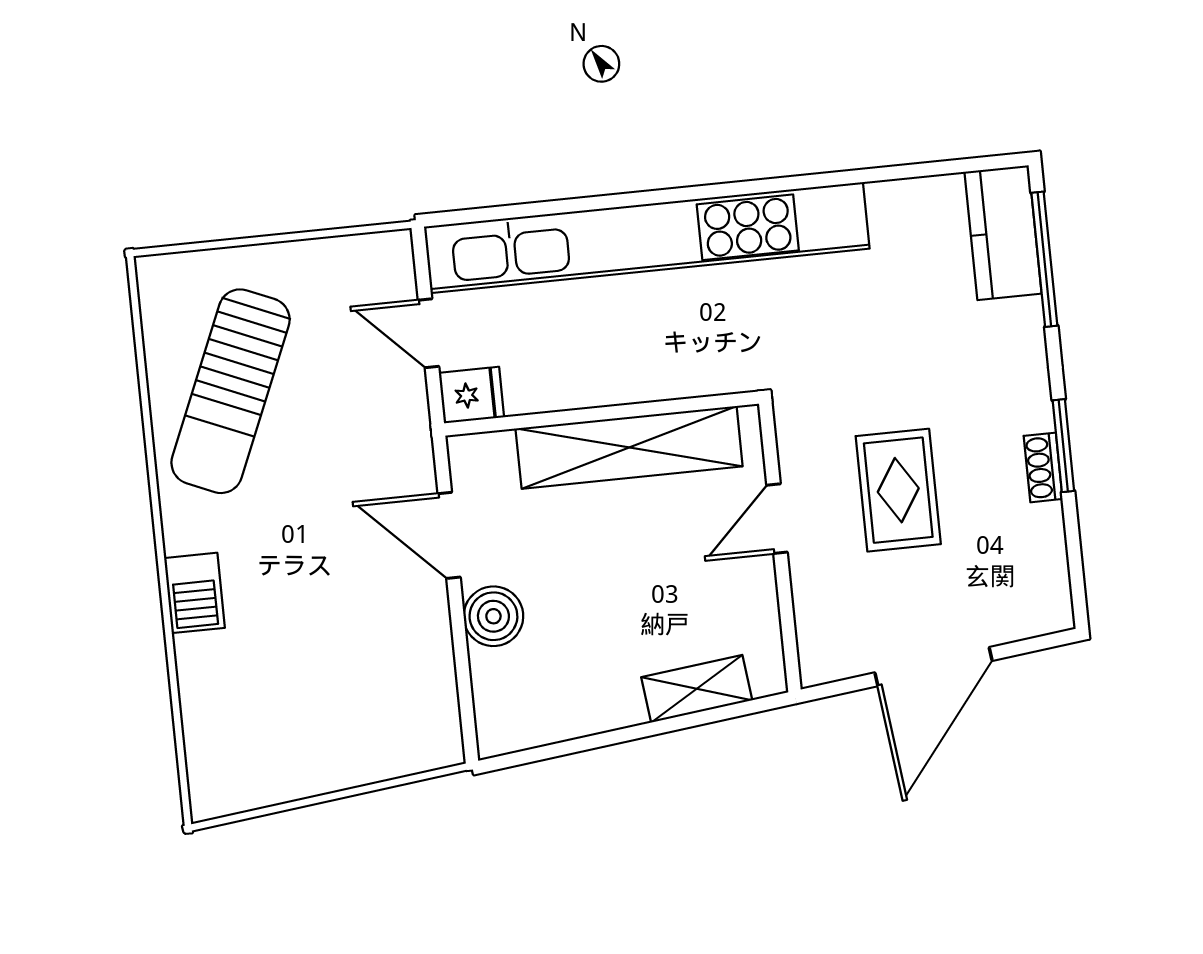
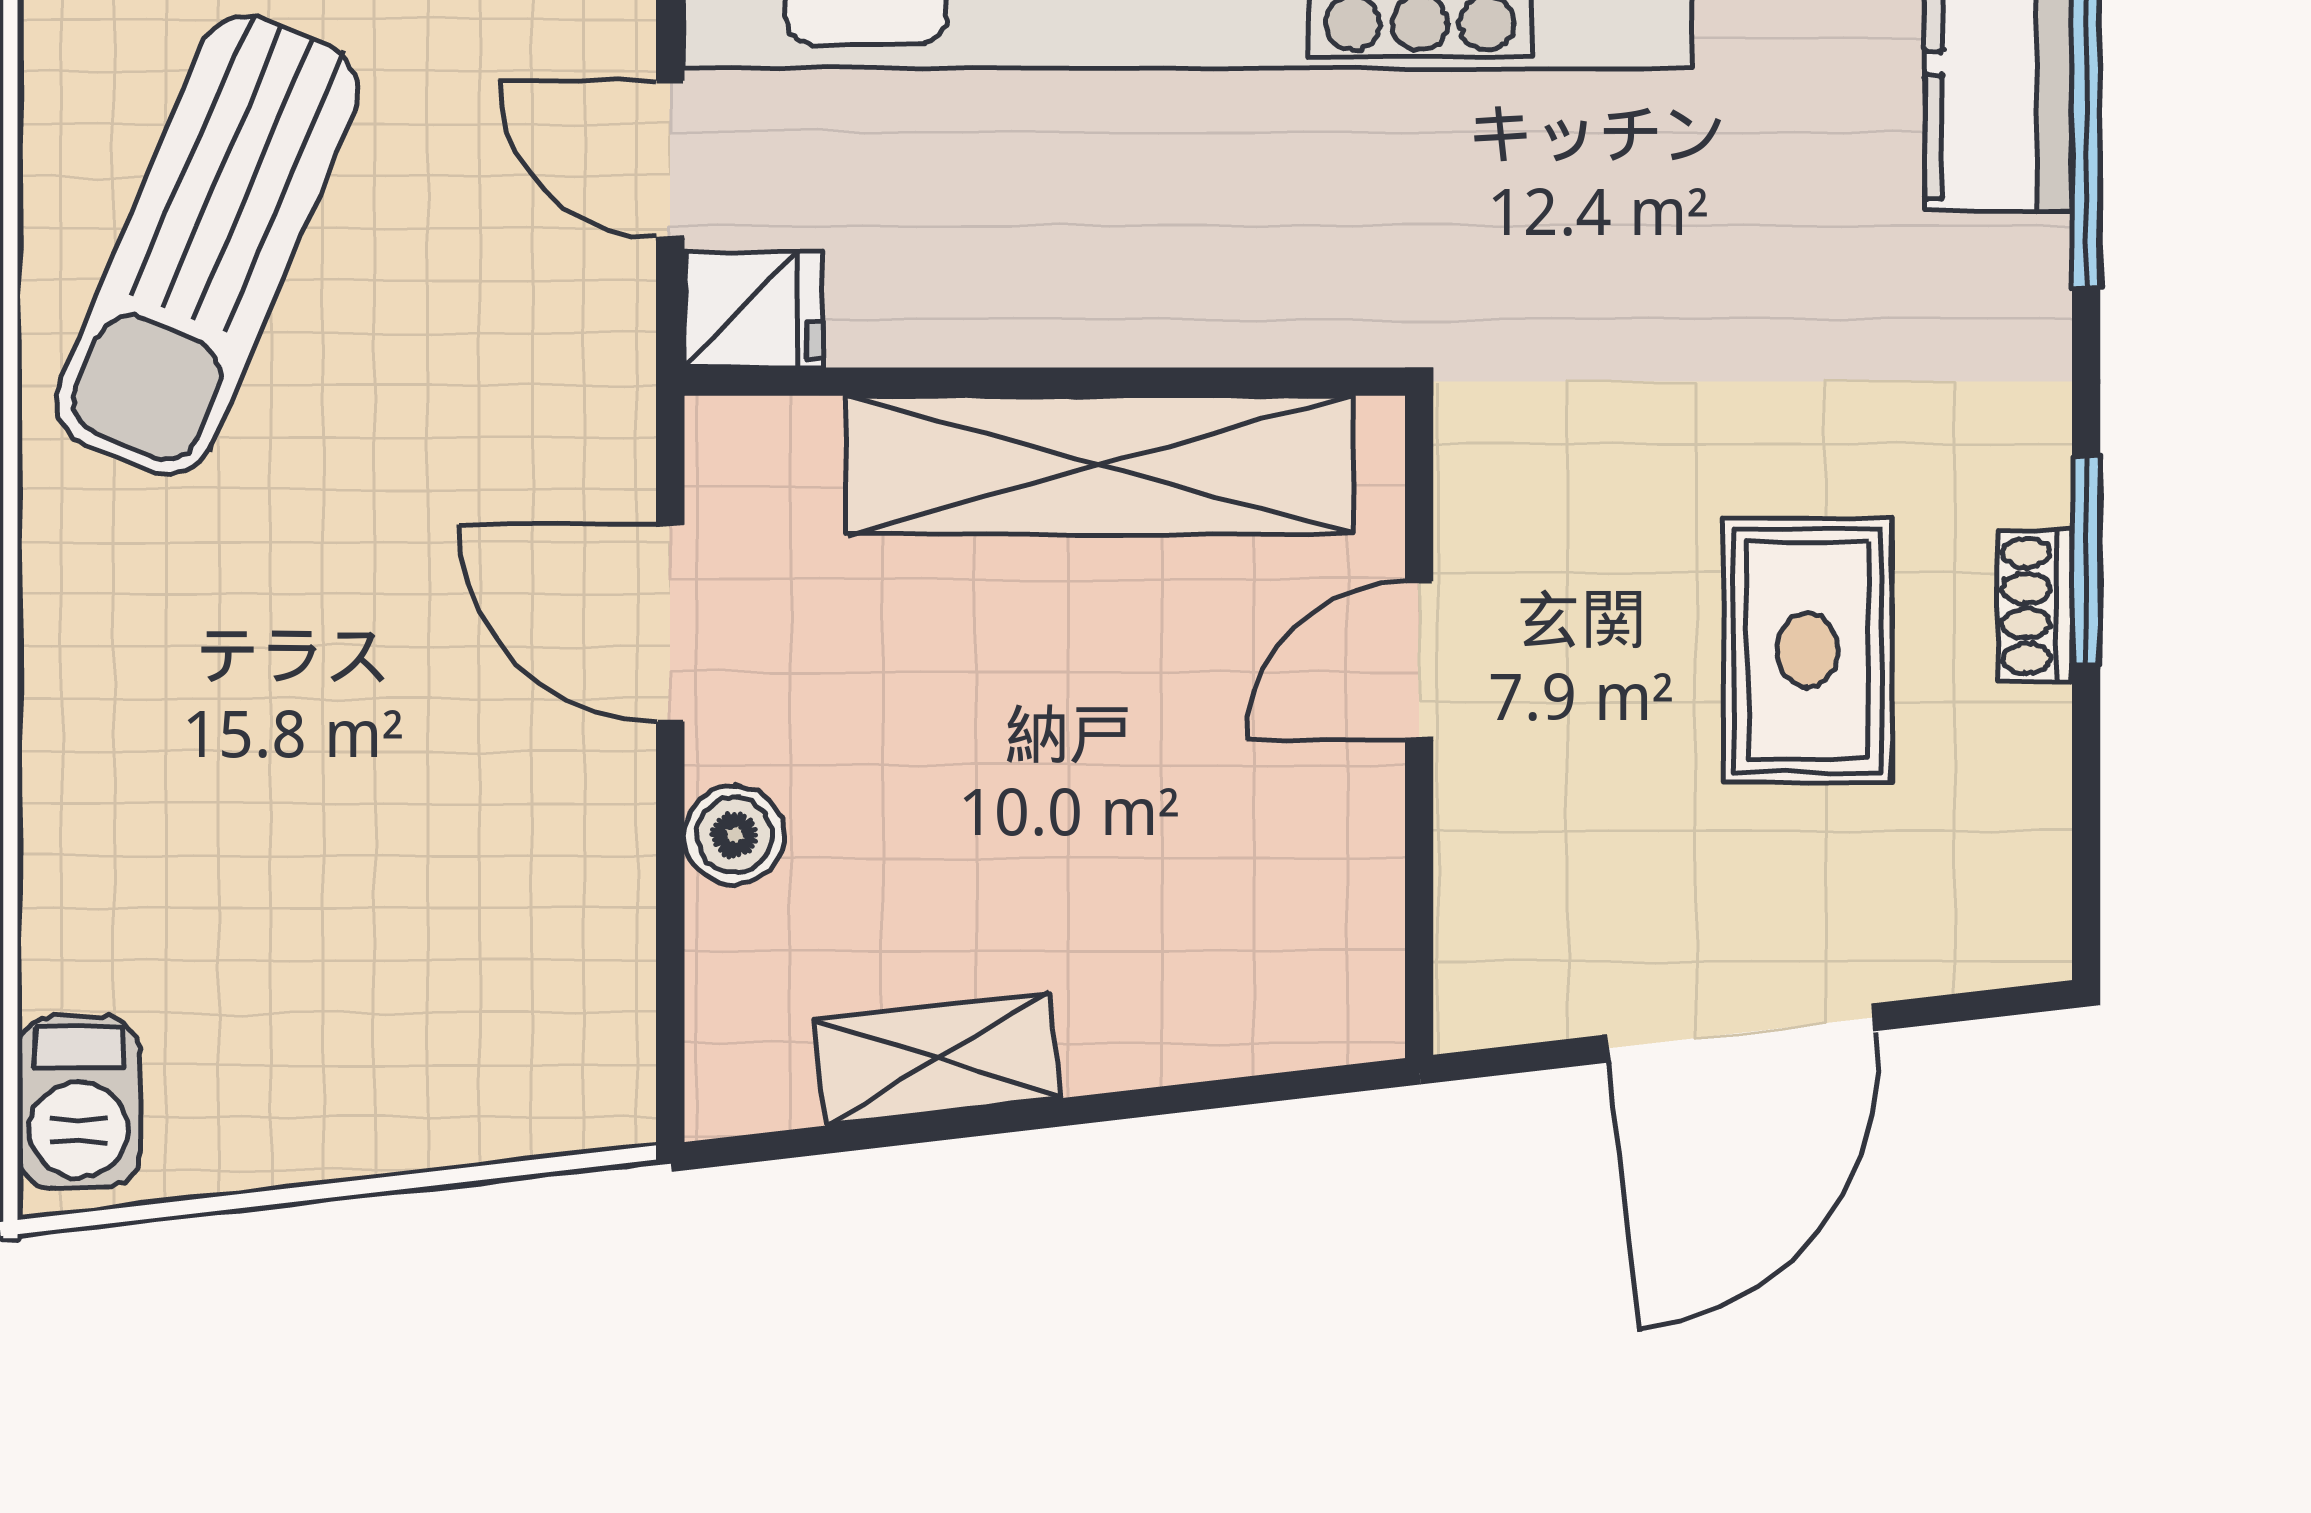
rug: (898, 490) -> (1808, 650), moved
barbecue: (194, 593) -> (79, 1102), moved
boiler: (493, 616) -> (734, 835), width x0.73, depth x0.73
shelving: (697, 689) -> (938, 1059), moved

